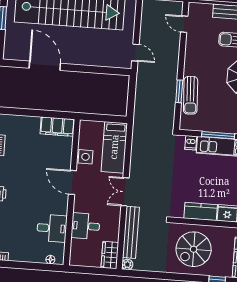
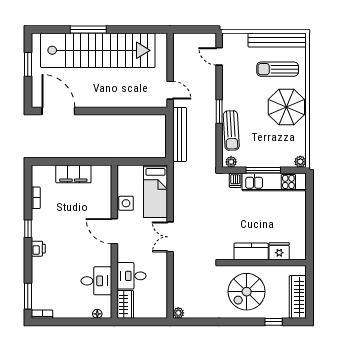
door: (45, 66) -> (58, 111), moved
window: (179, 91) -> (219, 112), moved
plant: (188, 125) -> (231, 162), added
filing cabinet: (57, 127) -> (73, 174), moved
bench: (131, 232) -> (180, 134), moved
wardrobe: (110, 255) -> (125, 304), moved, turned 180

